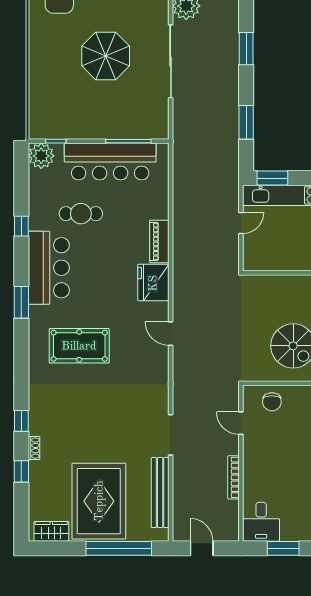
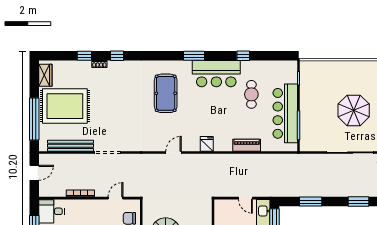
plant: (41, 156) -> (289, 69), removed
piano: (159, 242) -> (247, 145), moved
fridge: (153, 283) -> (207, 144), width x0.53, depth x0.75

